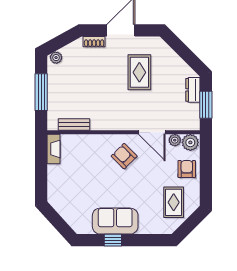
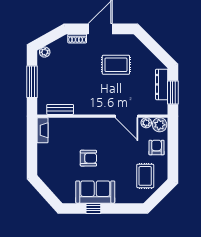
rug: (139, 72) -> (116, 65), turned 90
dresser: (193, 90) -> (162, 84), width x1.44
armchair: (124, 156) -> (88, 158), moved, turned 135

